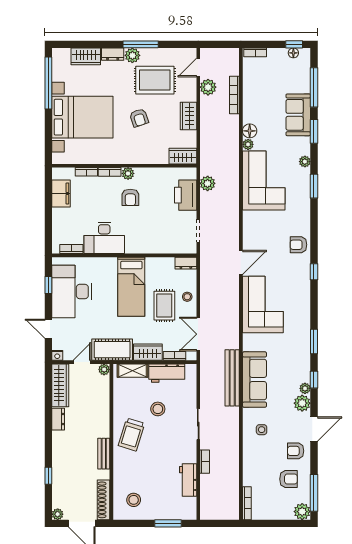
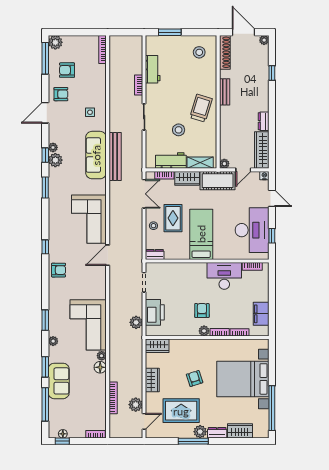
plant: (302, 403) -> (55, 160), moved

